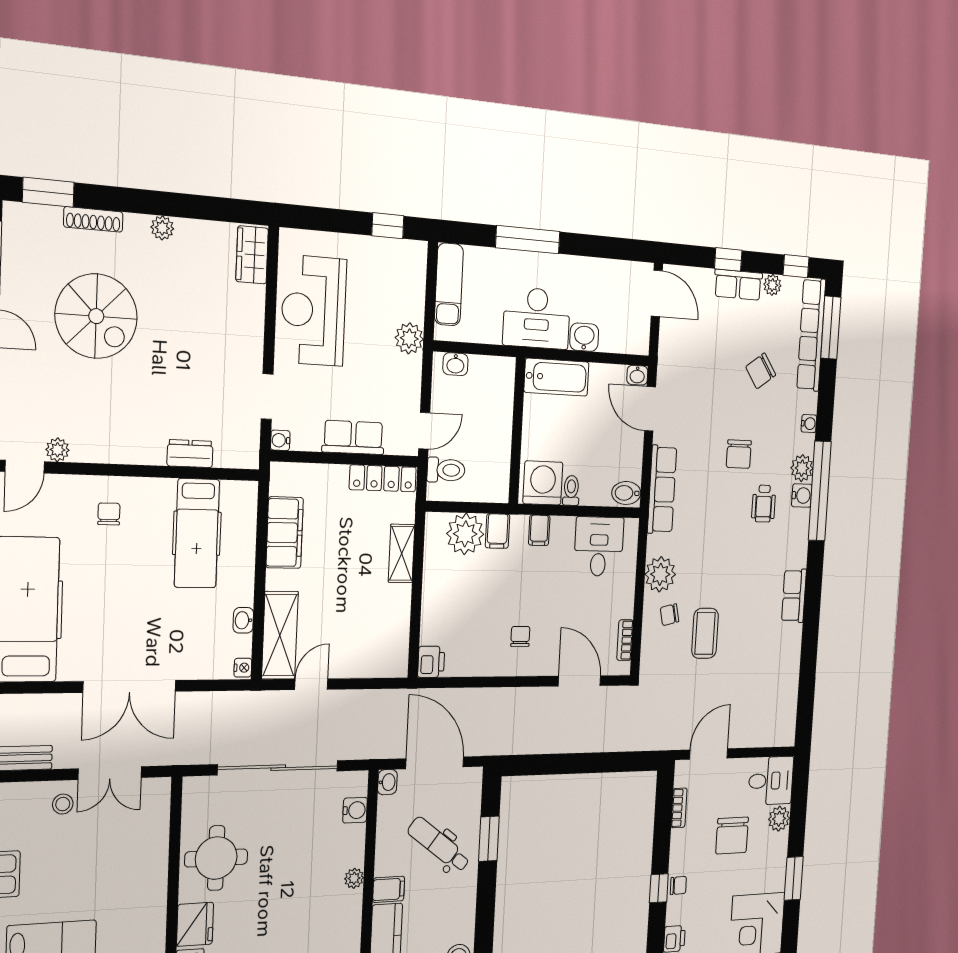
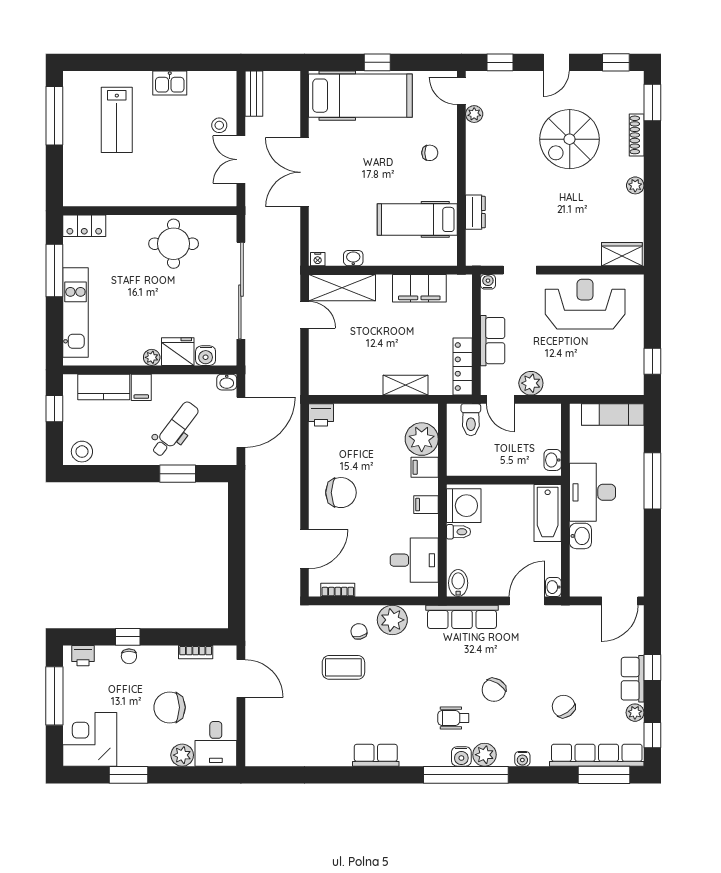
plant: (409, 338) -> (531, 383), moved
washbasin: (455, 364) -> (553, 460), moved
chair: (739, 454) -> (494, 690), turned -59
chair: (520, 636) -> (341, 493), width x1.87, depth x1.87
fridge: (195, 924) -> (178, 352), moved, turned 180

